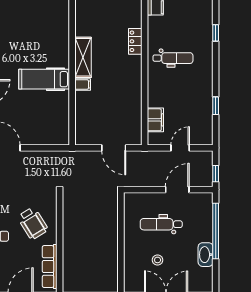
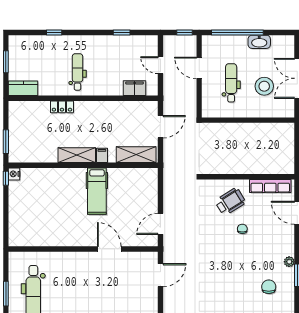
shelving: (84, 121) -> (136, 155), added
dental chair: (161, 224) -> (231, 83), turned 180
stool: (158, 260) -> (264, 86), width x1.89, depth x1.89

